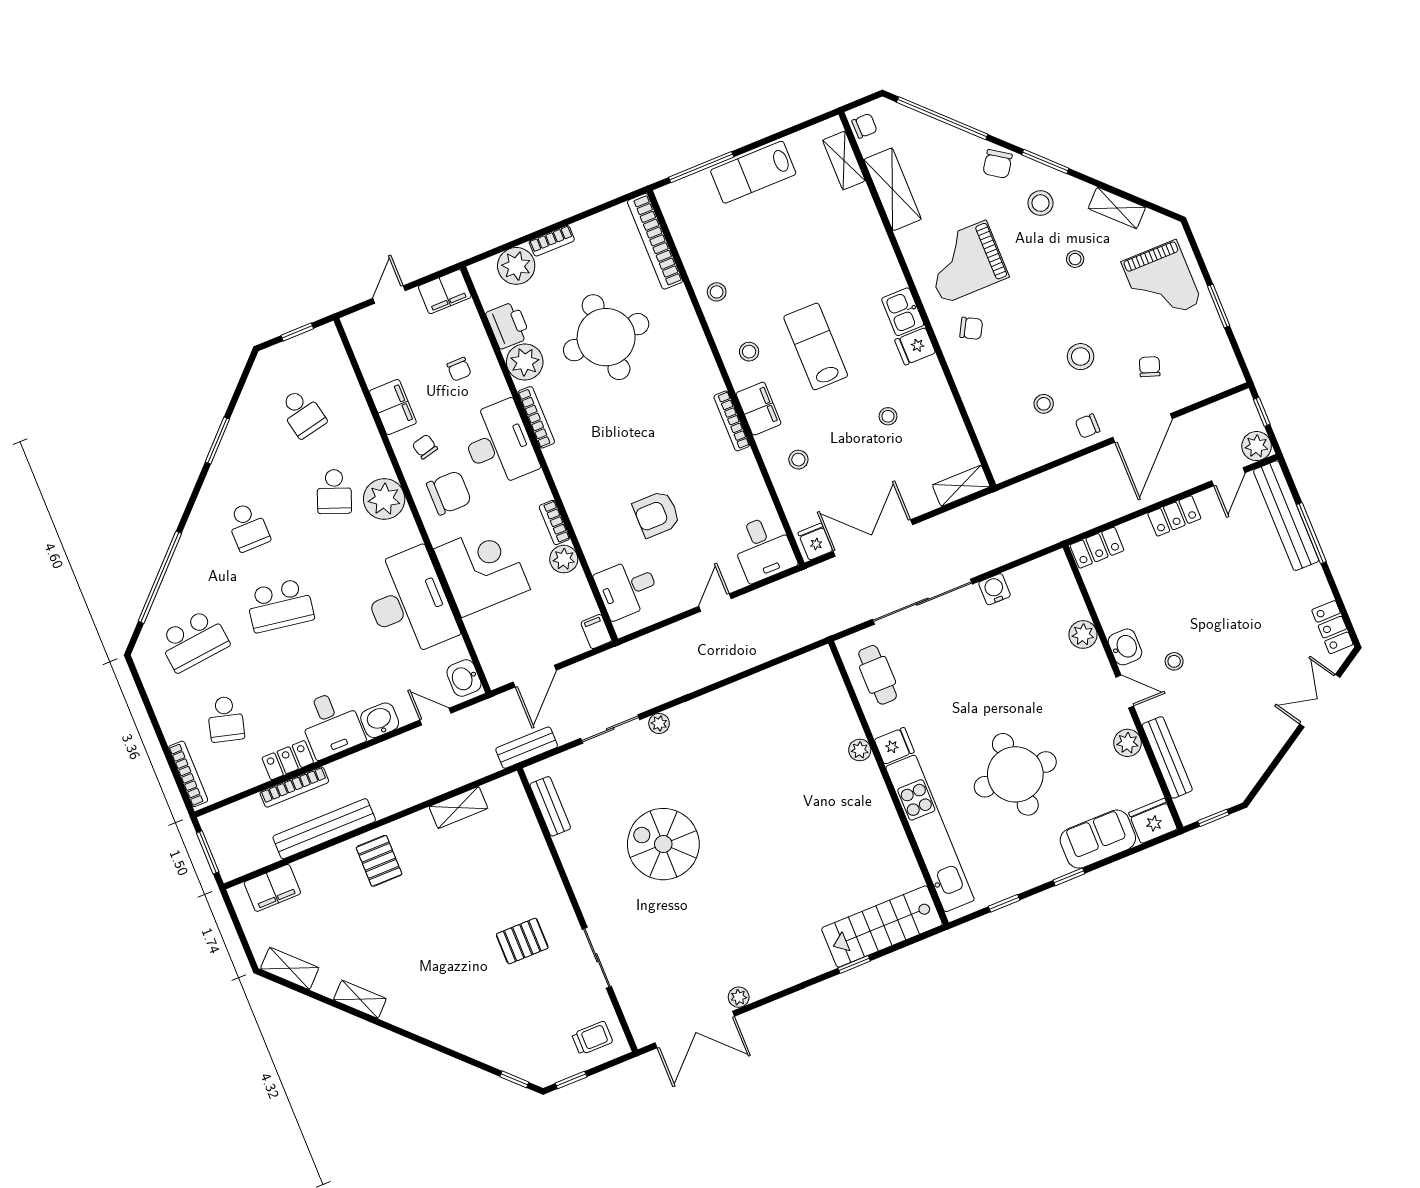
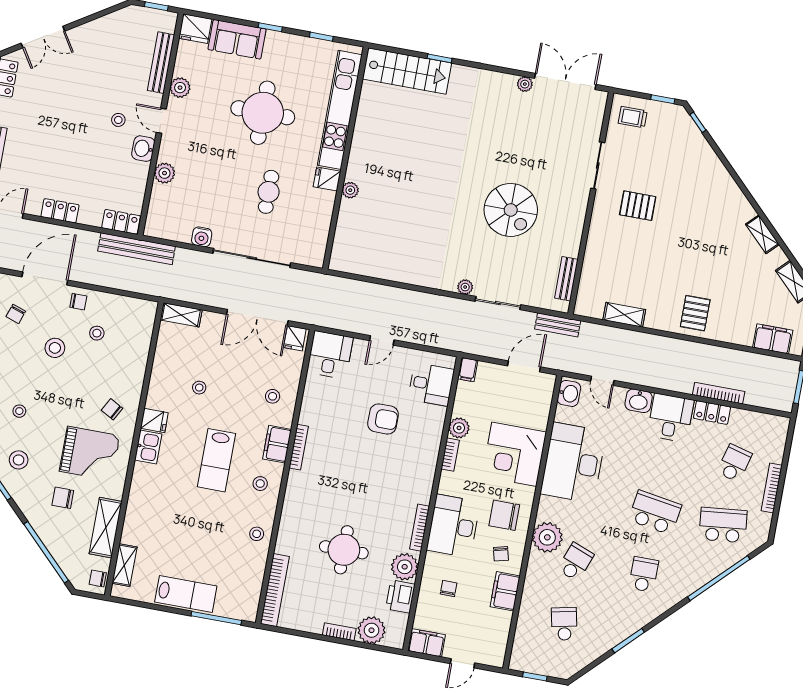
chair: (998, 164) -> (63, 498), moved, turned -124
round table: (606, 337) -> (344, 550), width x0.73, depth x0.73
cafe table: (878, 675) -> (269, 192), moved
bookcase: (188, 774) -> (772, 488), moved
bench: (324, 829) -> (137, 249), moved

